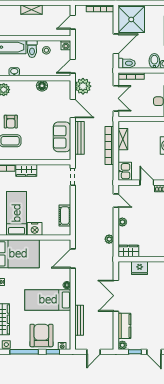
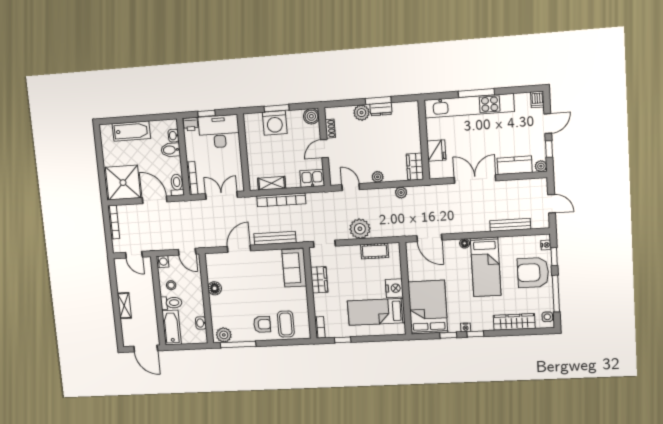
plant: (83, 86) -> (360, 229), moved
sofa: (62, 137) -> (294, 268), moved, turned 90
wardrobe: (26, 170) -> (319, 280), moved
door: (116, 201) -> (351, 187), hinge flipped
double door: (116, 296) -> (475, 179), swing flipped

